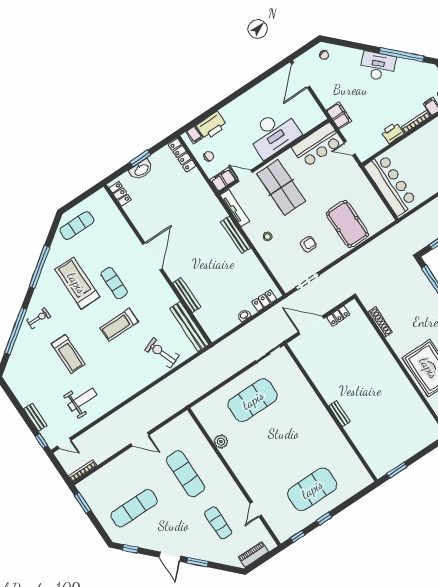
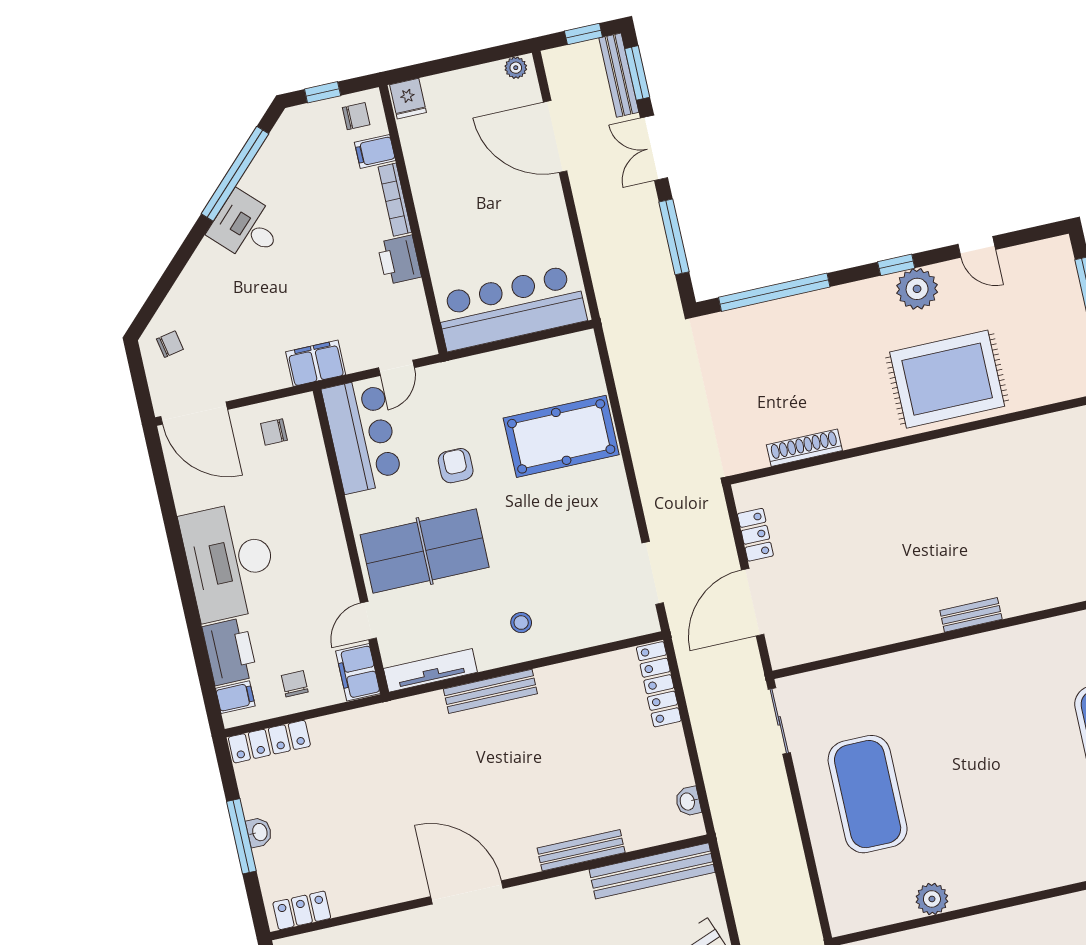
desk: (378, 66) -> (246, 227), width x0.73
chair: (305, 110) -> (274, 432), added
desk: (274, 133) -> (230, 561), moved, turned 180
window: (140, 158) -> (241, 836), width x1.44
washbasin: (141, 170) -> (259, 832), width x0.52, depth x0.69
armchair: (308, 244) -> (456, 466), moved
locker: (264, 301) -> (659, 684), width x1.53
washbasin: (244, 315) -> (688, 801), moved

